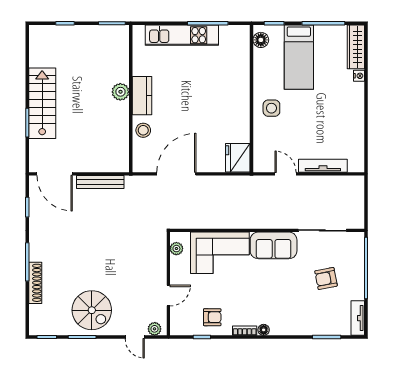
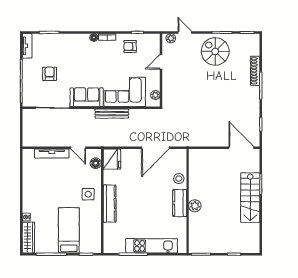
floor lamp: (261, 40) -> (96, 163), moved
kitchen counter: (241, 95) -> (110, 204), added
bench: (100, 182) -> (112, 114), moved
armchair: (326, 278) -> (50, 74), turned -79

